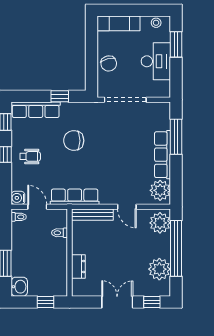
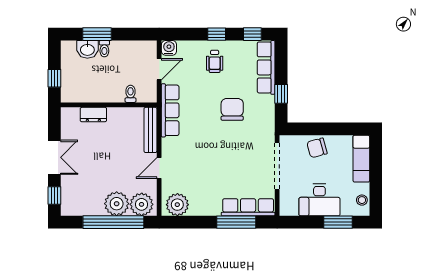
row of seats: (163, 155) -> (248, 207), moved
toilet: (19, 217) -> (104, 49), moved
plant: (159, 269) -> (117, 204), moved
washbasin: (19, 287) -> (87, 49), moved

